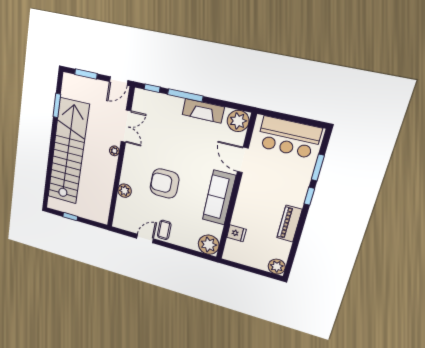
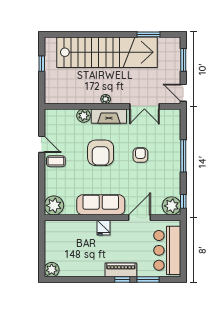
window: (152, 88) -> (183, 201), moved
fireplace: (203, 111) -> (109, 116), moved, turned -90
armchair: (175, 143) -> (140, 155), added
plant: (114, 151) -> (106, 99), moved
armchair: (165, 183) -> (101, 153), turned 180
piano: (289, 224) -> (121, 270), moved
fridge: (236, 233) -> (103, 228), moved

